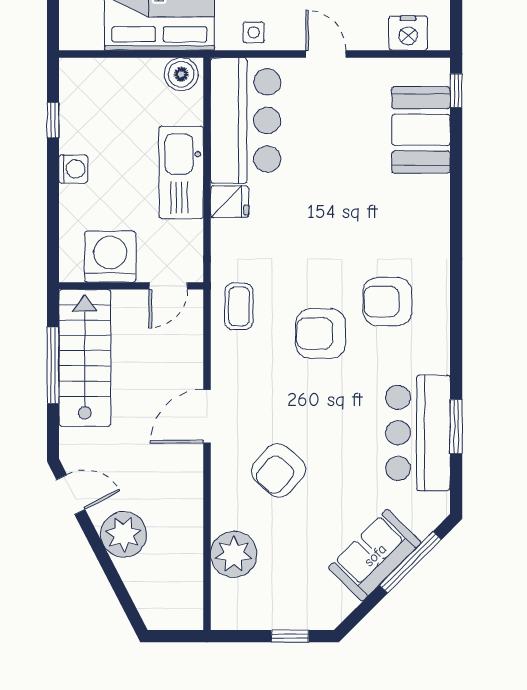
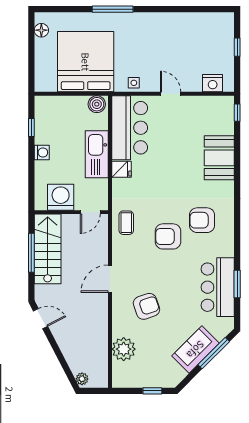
booth: (421, 130) -> (219, 158), moved
armchair: (279, 470) -> (146, 306), turned -150
plant: (124, 534) -> (82, 379), moved, width x0.53, depth x0.53

